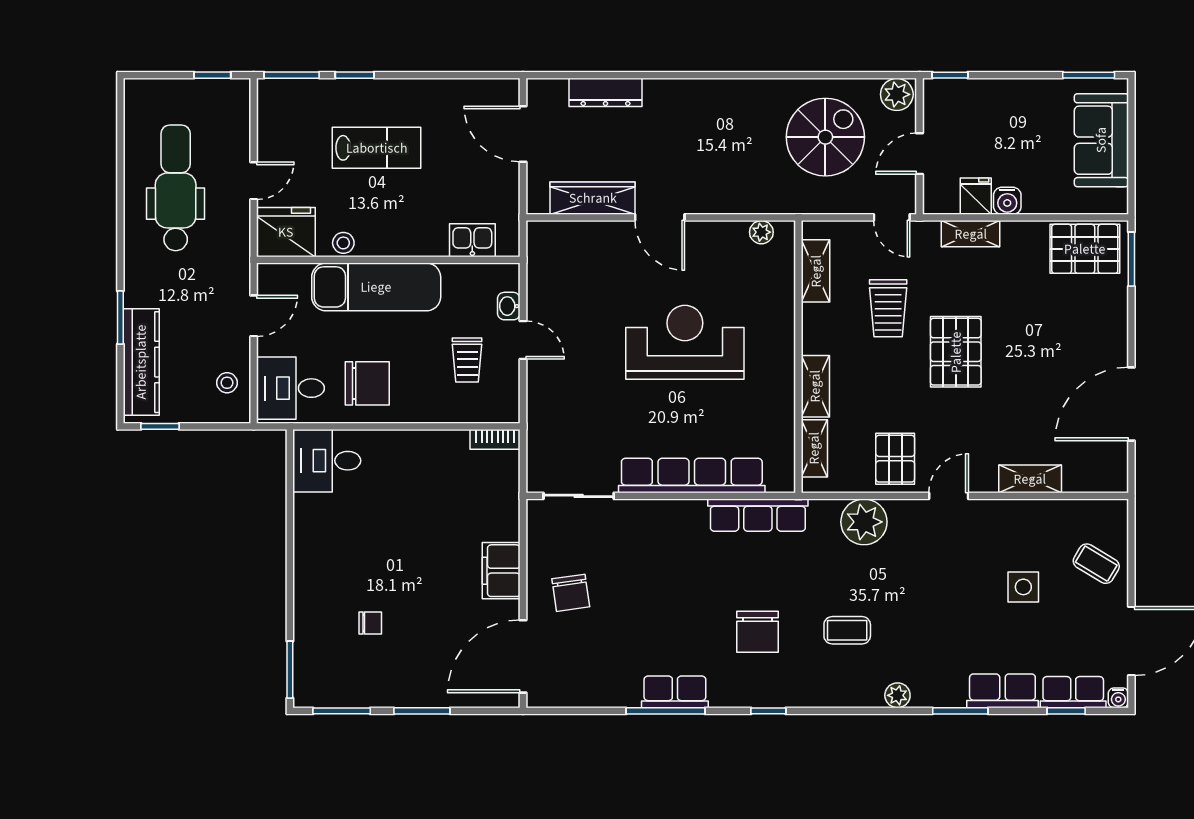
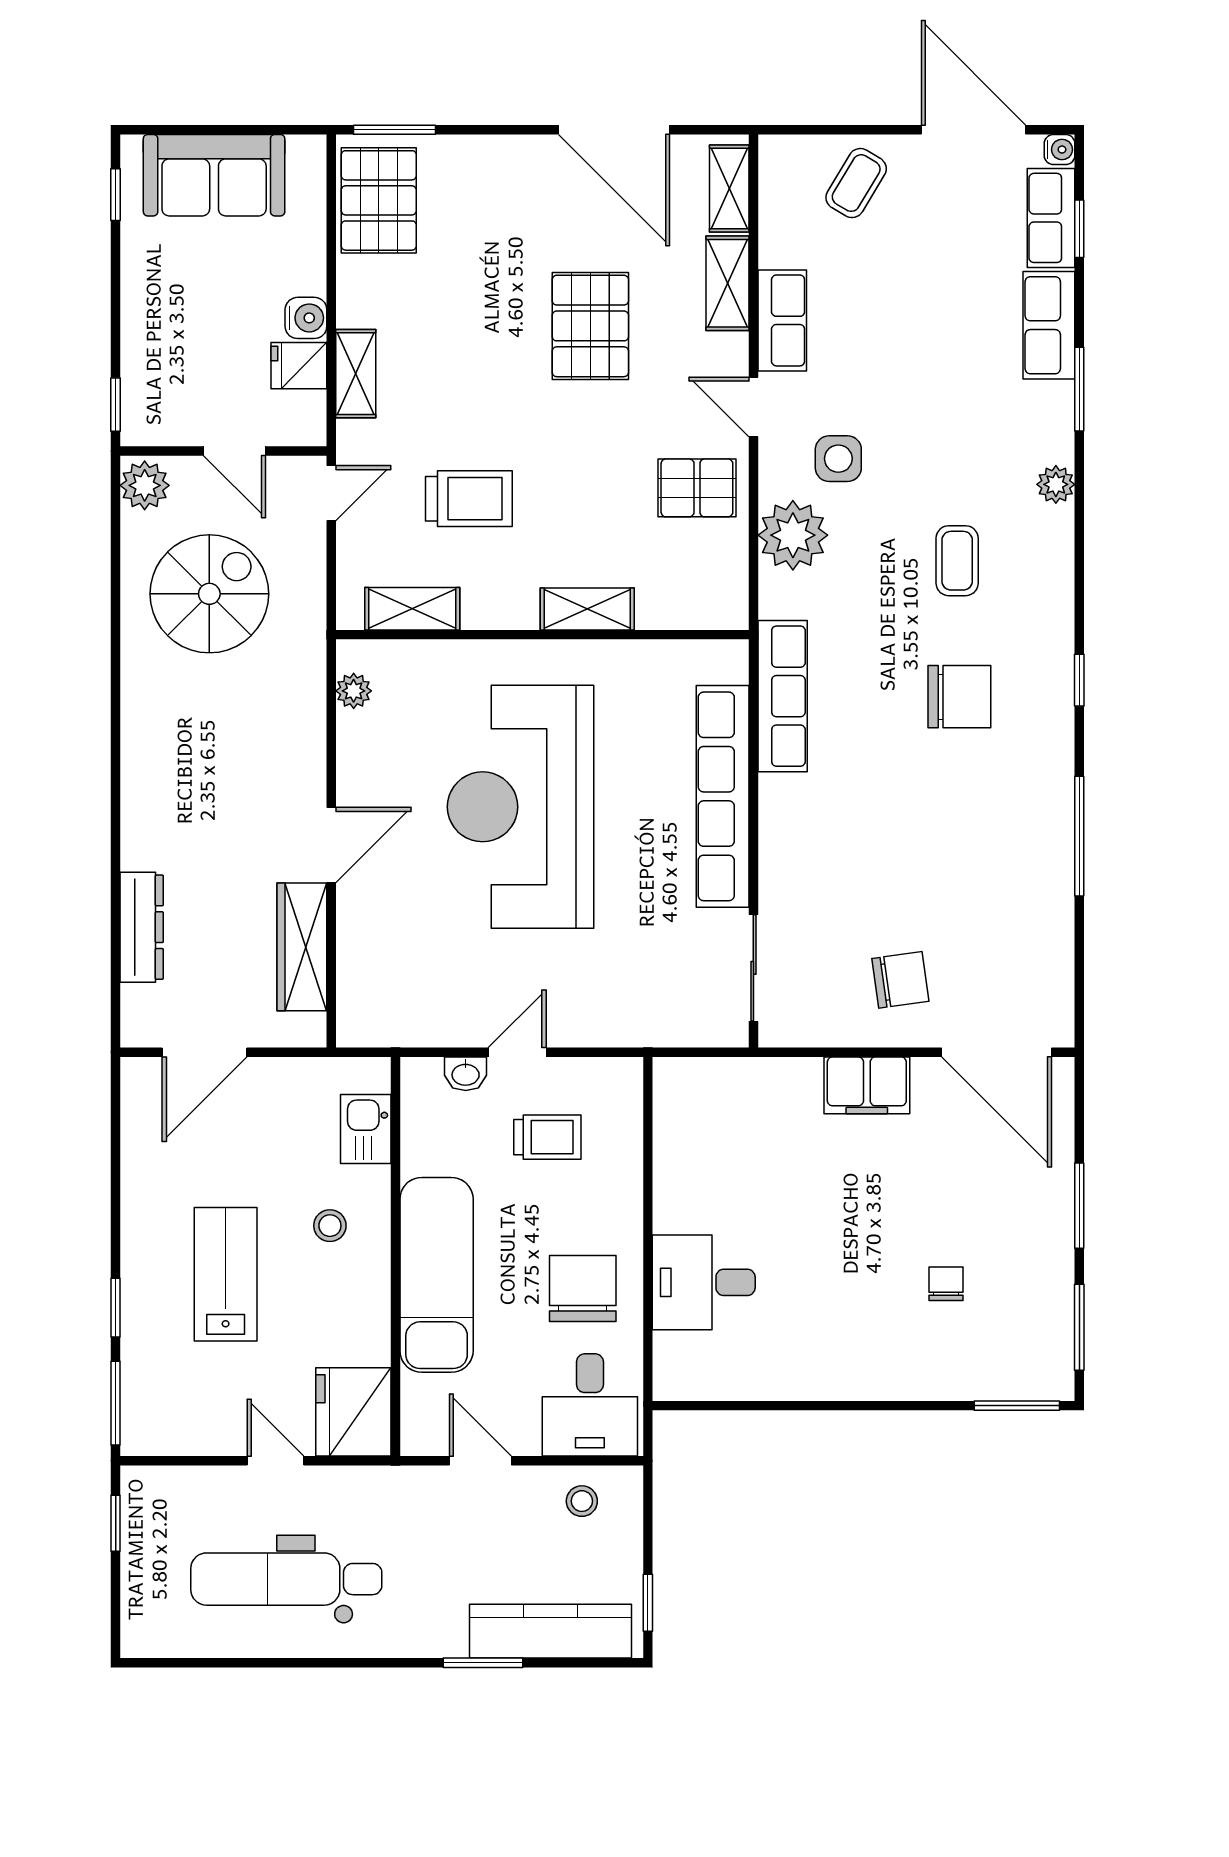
window: (1089, 75) -> (116, 195), width x0.67
spiral stairs: (825, 137) -> (209, 594), turned 90
stool: (343, 243) -> (330, 1226), moved
reception desk: (685, 342) -> (521, 807), width x1.36, depth x1.30
pallet: (956, 352) -> (590, 326), moved, turned 90
bookcase: (495, 439) -> (668, 1095), removed
shelving: (814, 448) -> (729, 189), moved, turned 90
desk: (327, 461) -> (704, 1282), moved, turned 90
side table: (1023, 587) -> (838, 459), moved
row of seats: (675, 692) -> (782, 320), moved, turned 180

